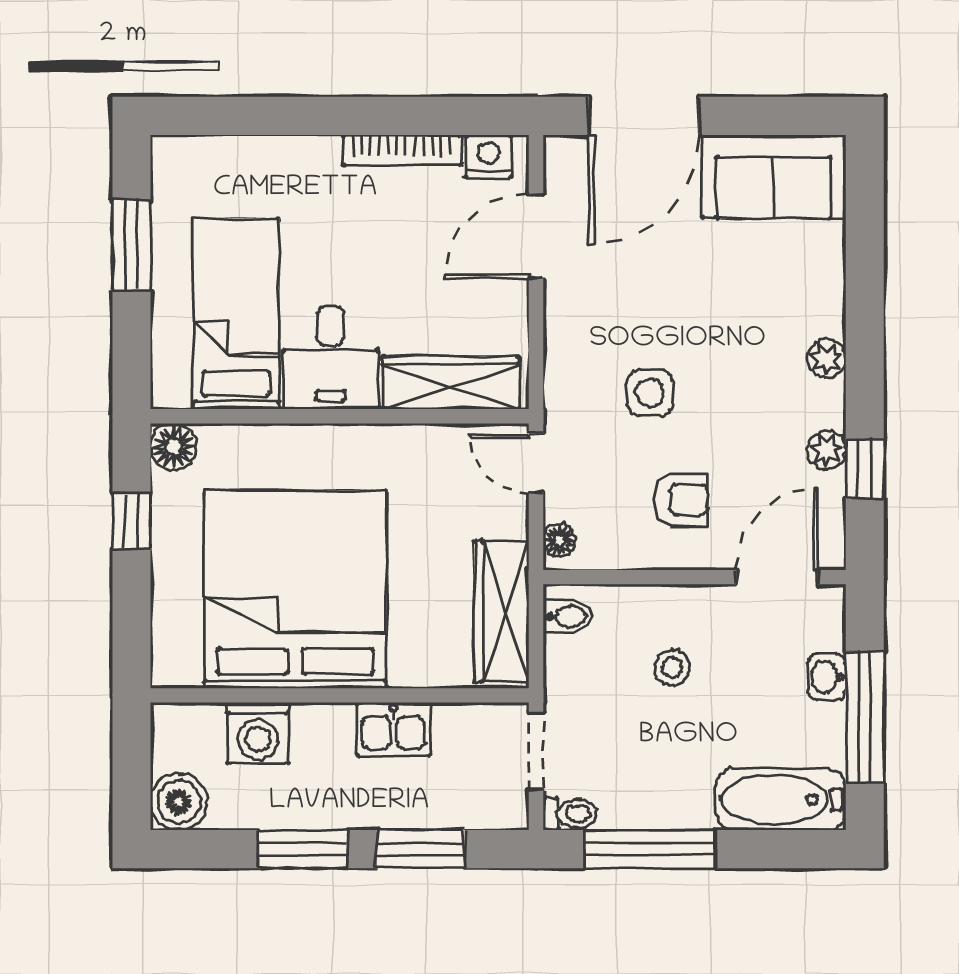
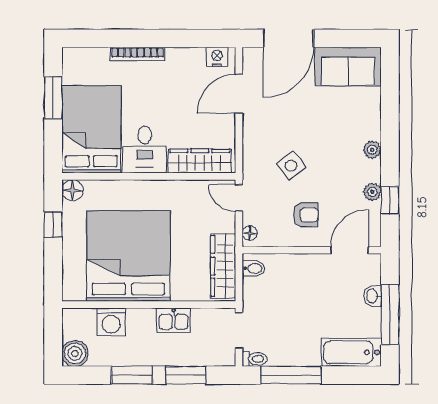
bookcase: (402, 150) -> (138, 54), moved
bed: (236, 314) -> (91, 129), width x1.50
side table: (650, 393) -> (291, 166), turned -37
stool: (672, 668) -> (301, 292), removed

